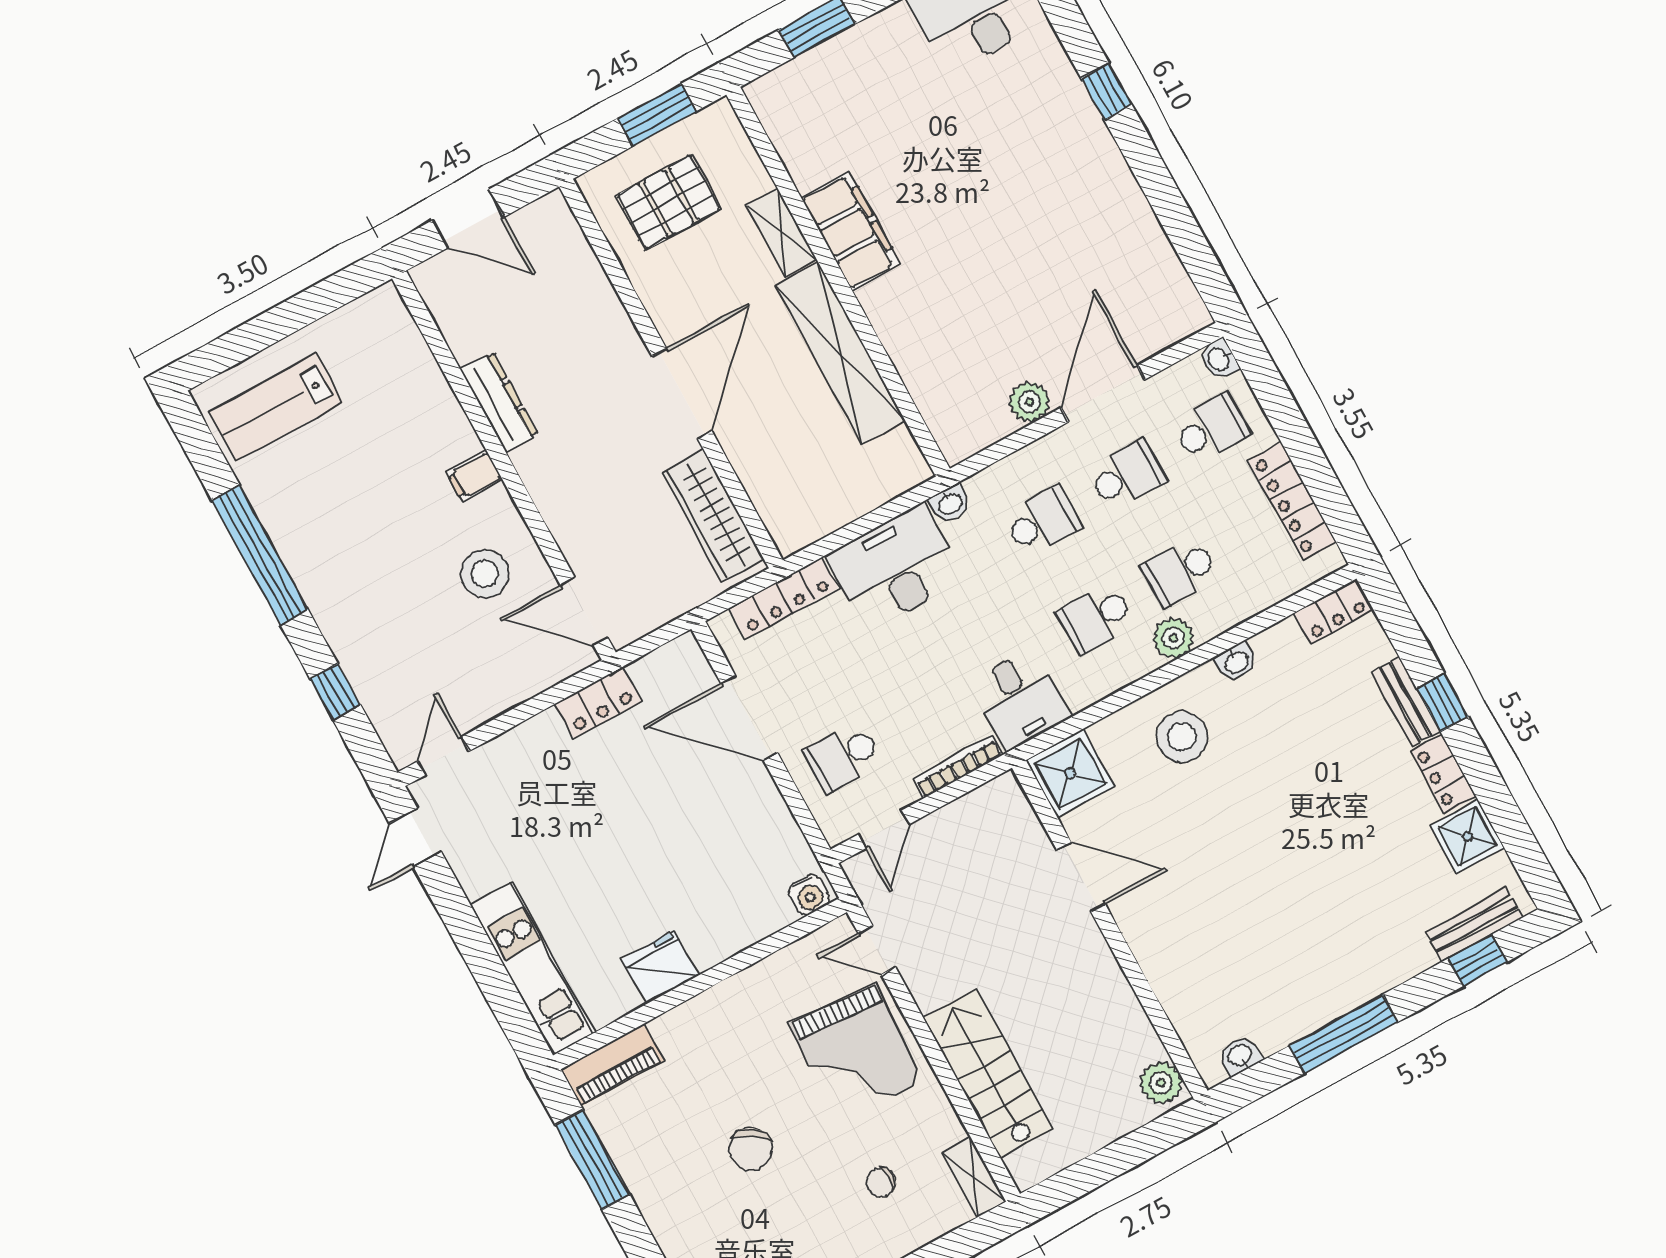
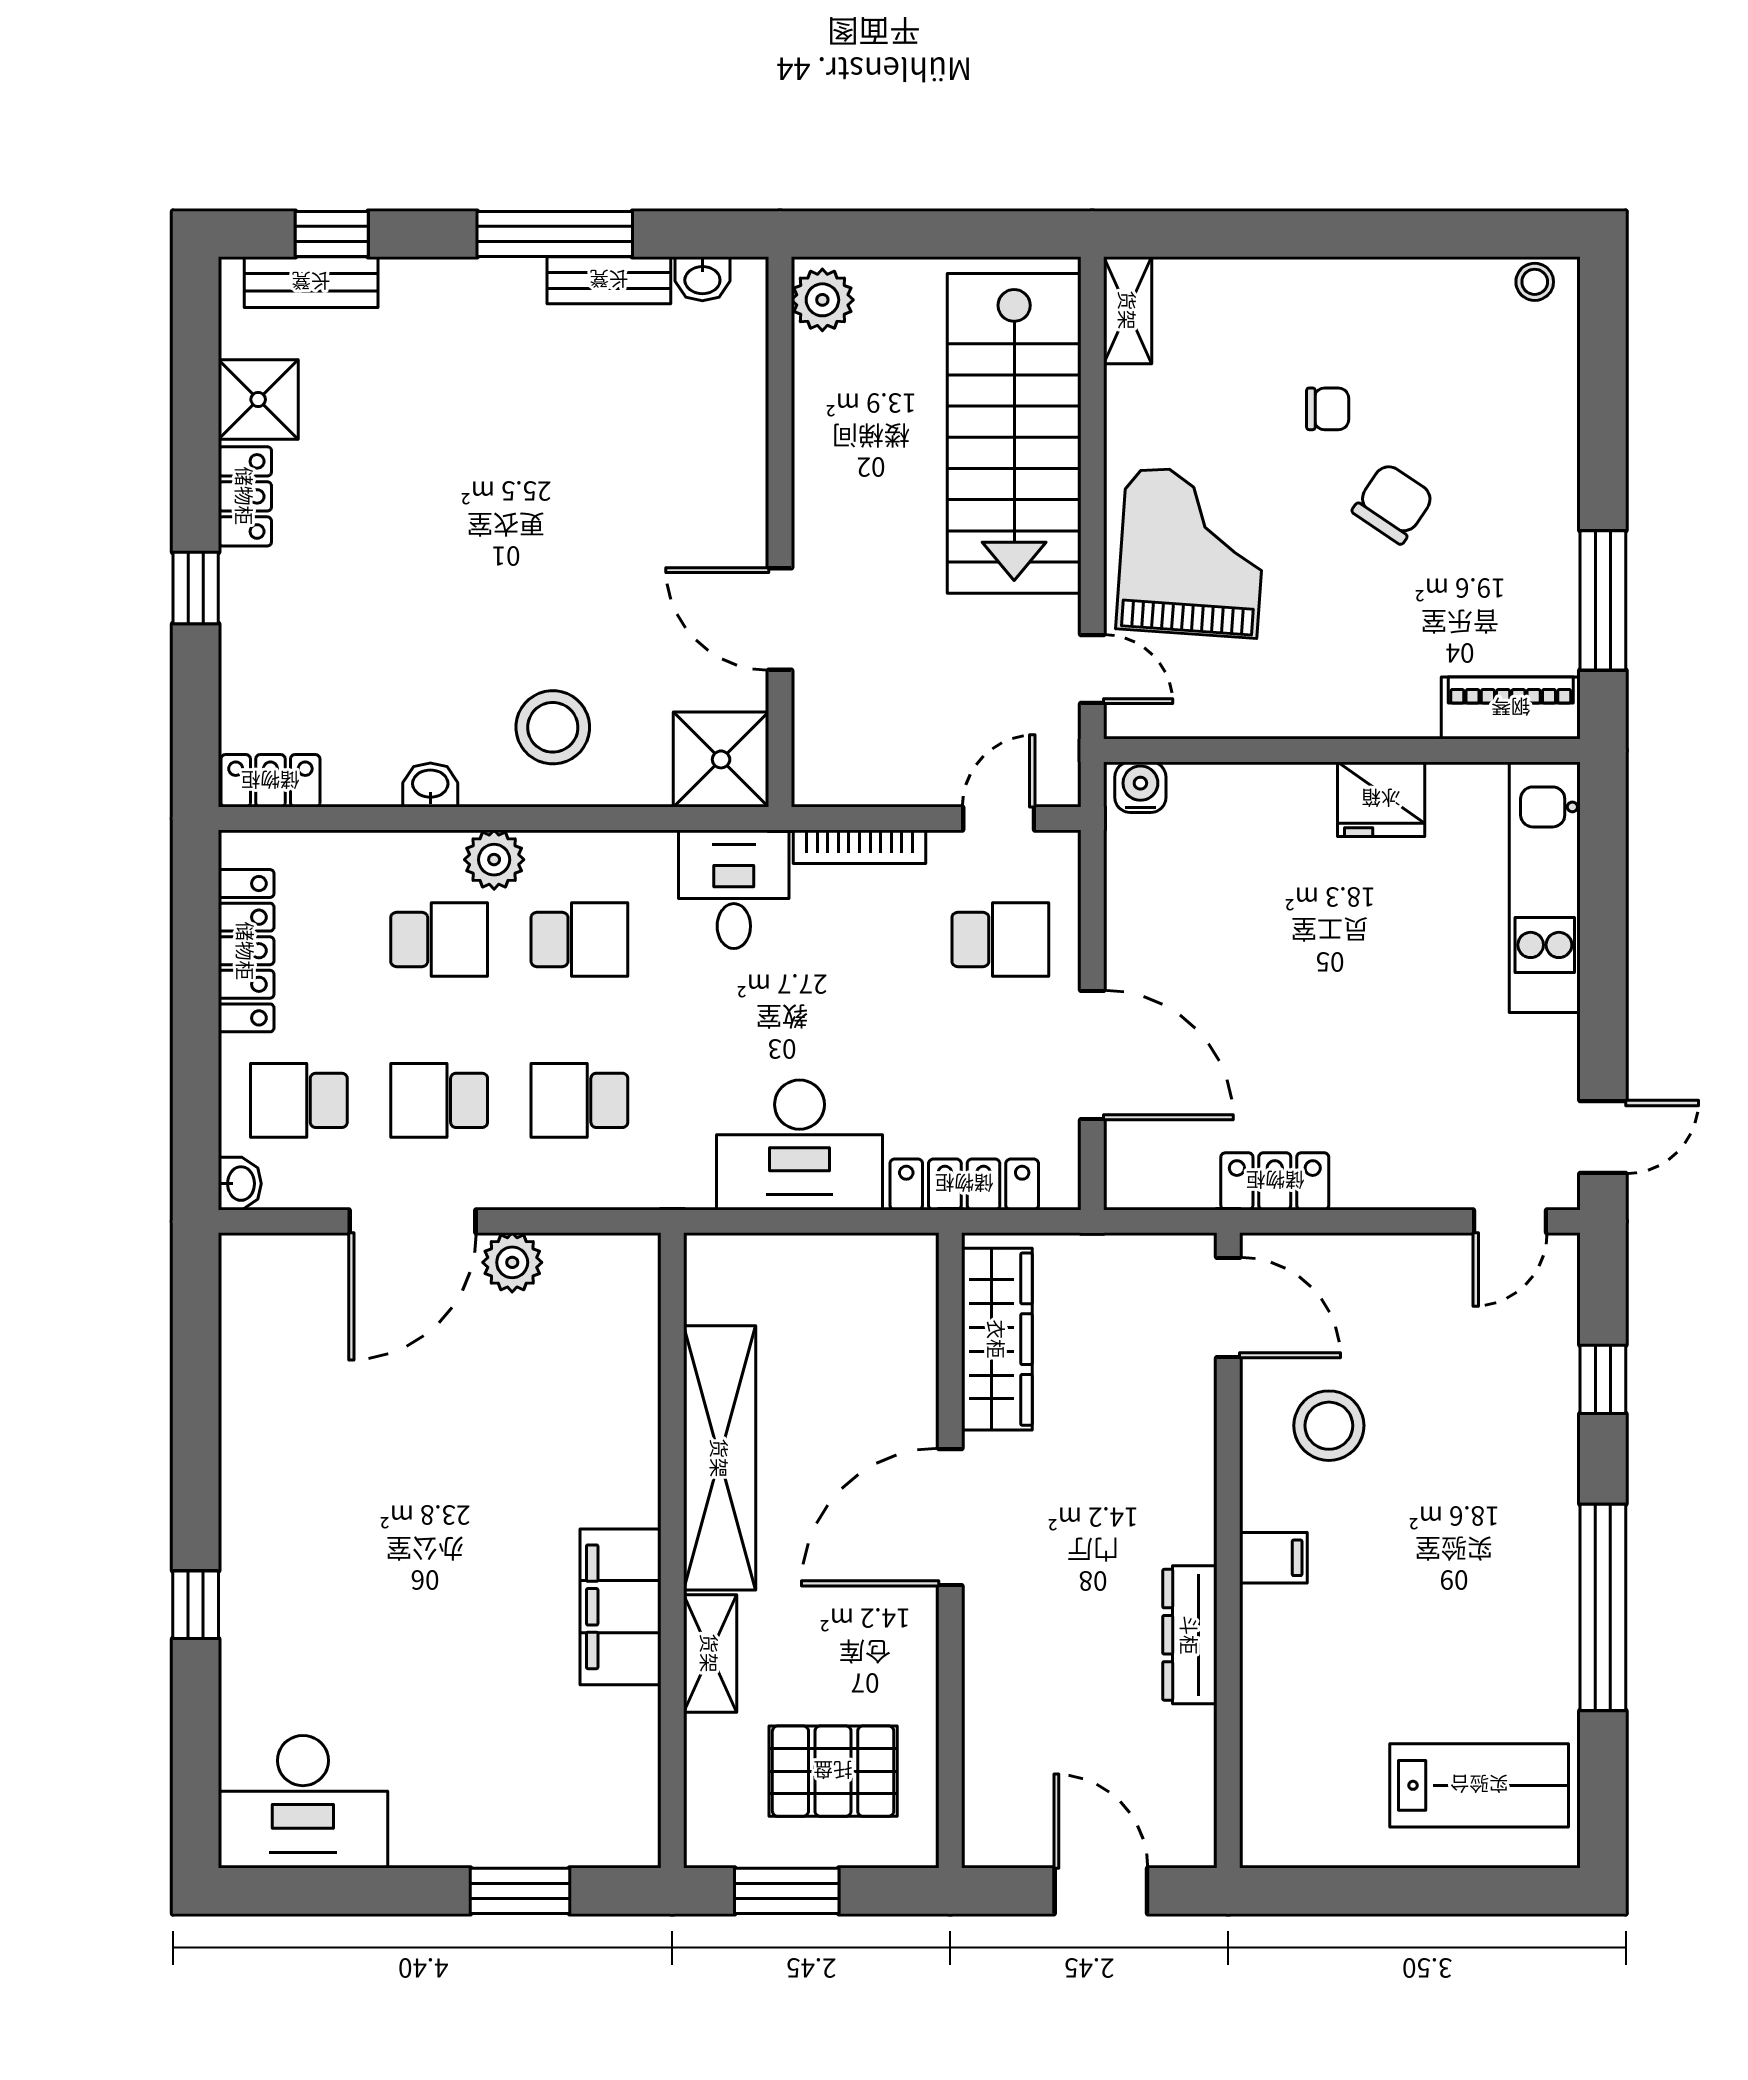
washbasin: (950, 504) -> (685, 1188), removed
bench: (1406, 701) -> (609, 280), moved, turned 90
stairs: (988, 1073) -> (1014, 433), width x1.36, depth x1.51
chair: (881, 1183) -> (1328, 409), moved

